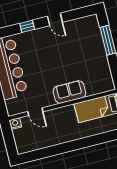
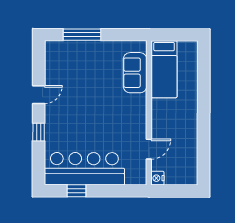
sofa: (69, 92) -> (135, 73), moved

